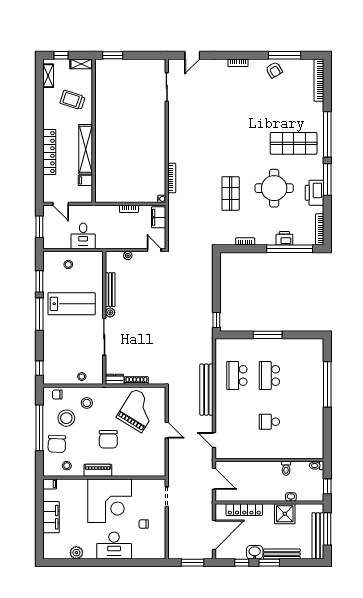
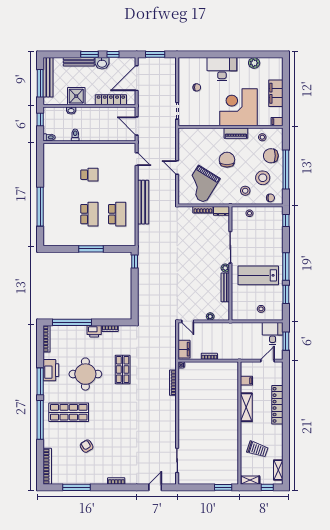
armchair: (274, 70) -> (87, 446), moved
shelving: (86, 149) -> (246, 407), width x0.68
door: (61, 204) -> (268, 361), hinge flipped
desk: (83, 236) -> (273, 333), moved
printer: (284, 238) -> (94, 331), moved
chair: (57, 444) -> (271, 156), turned -92
corner desk: (110, 501) -> (238, 107), moved

